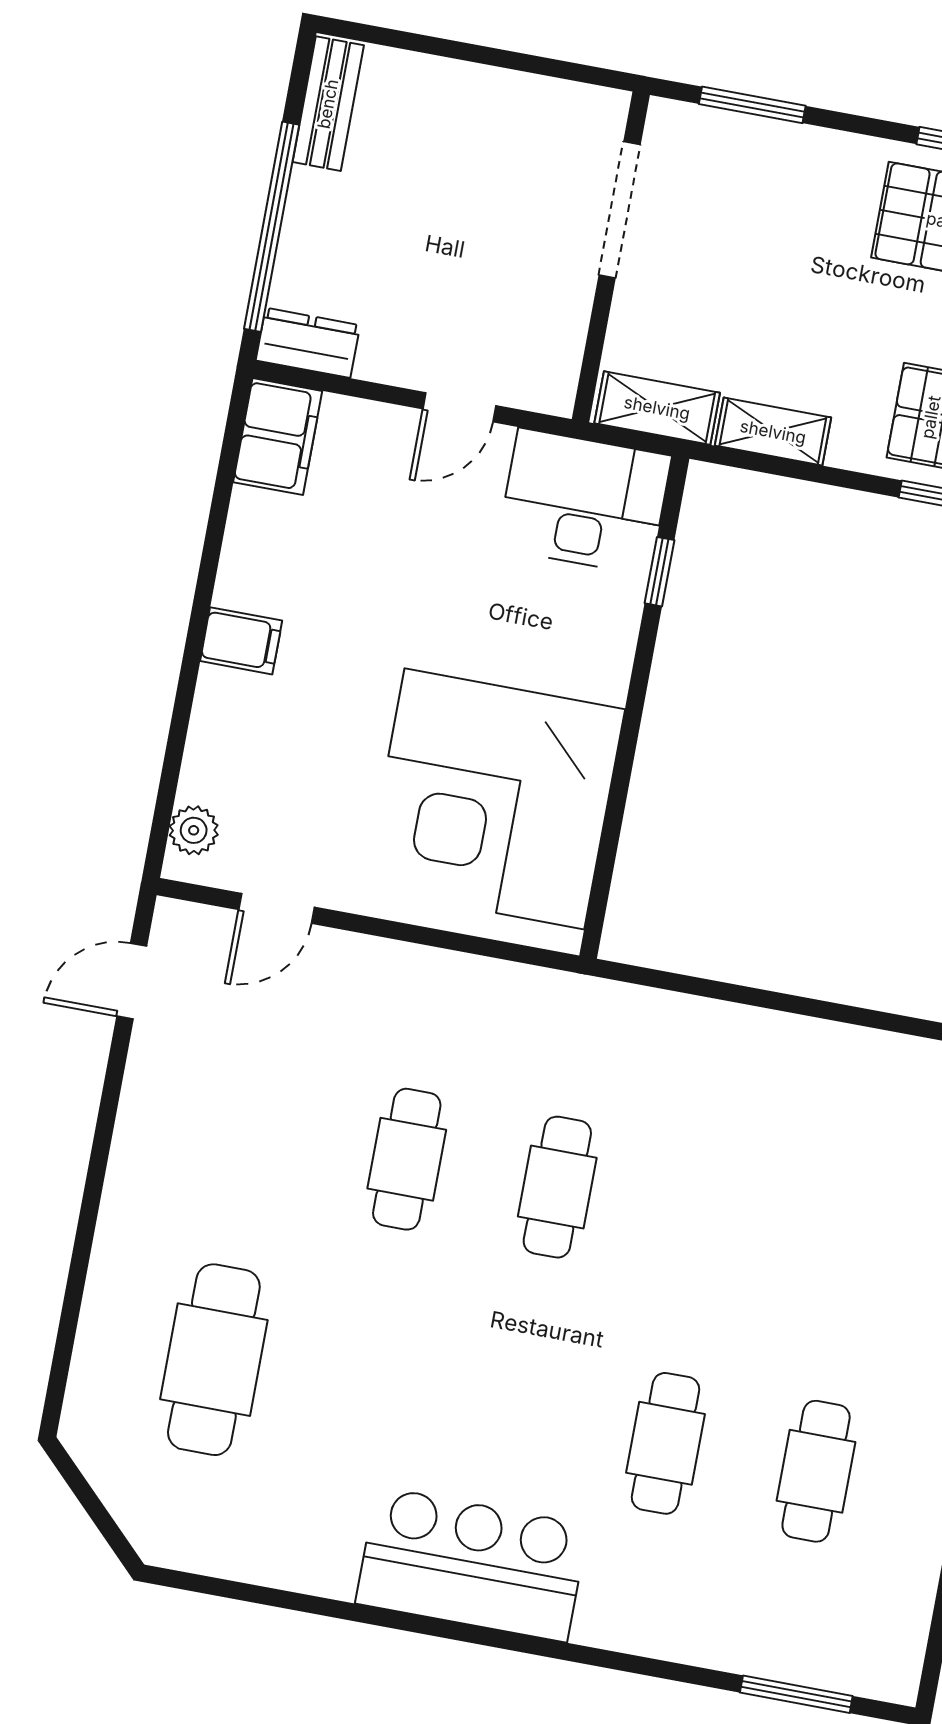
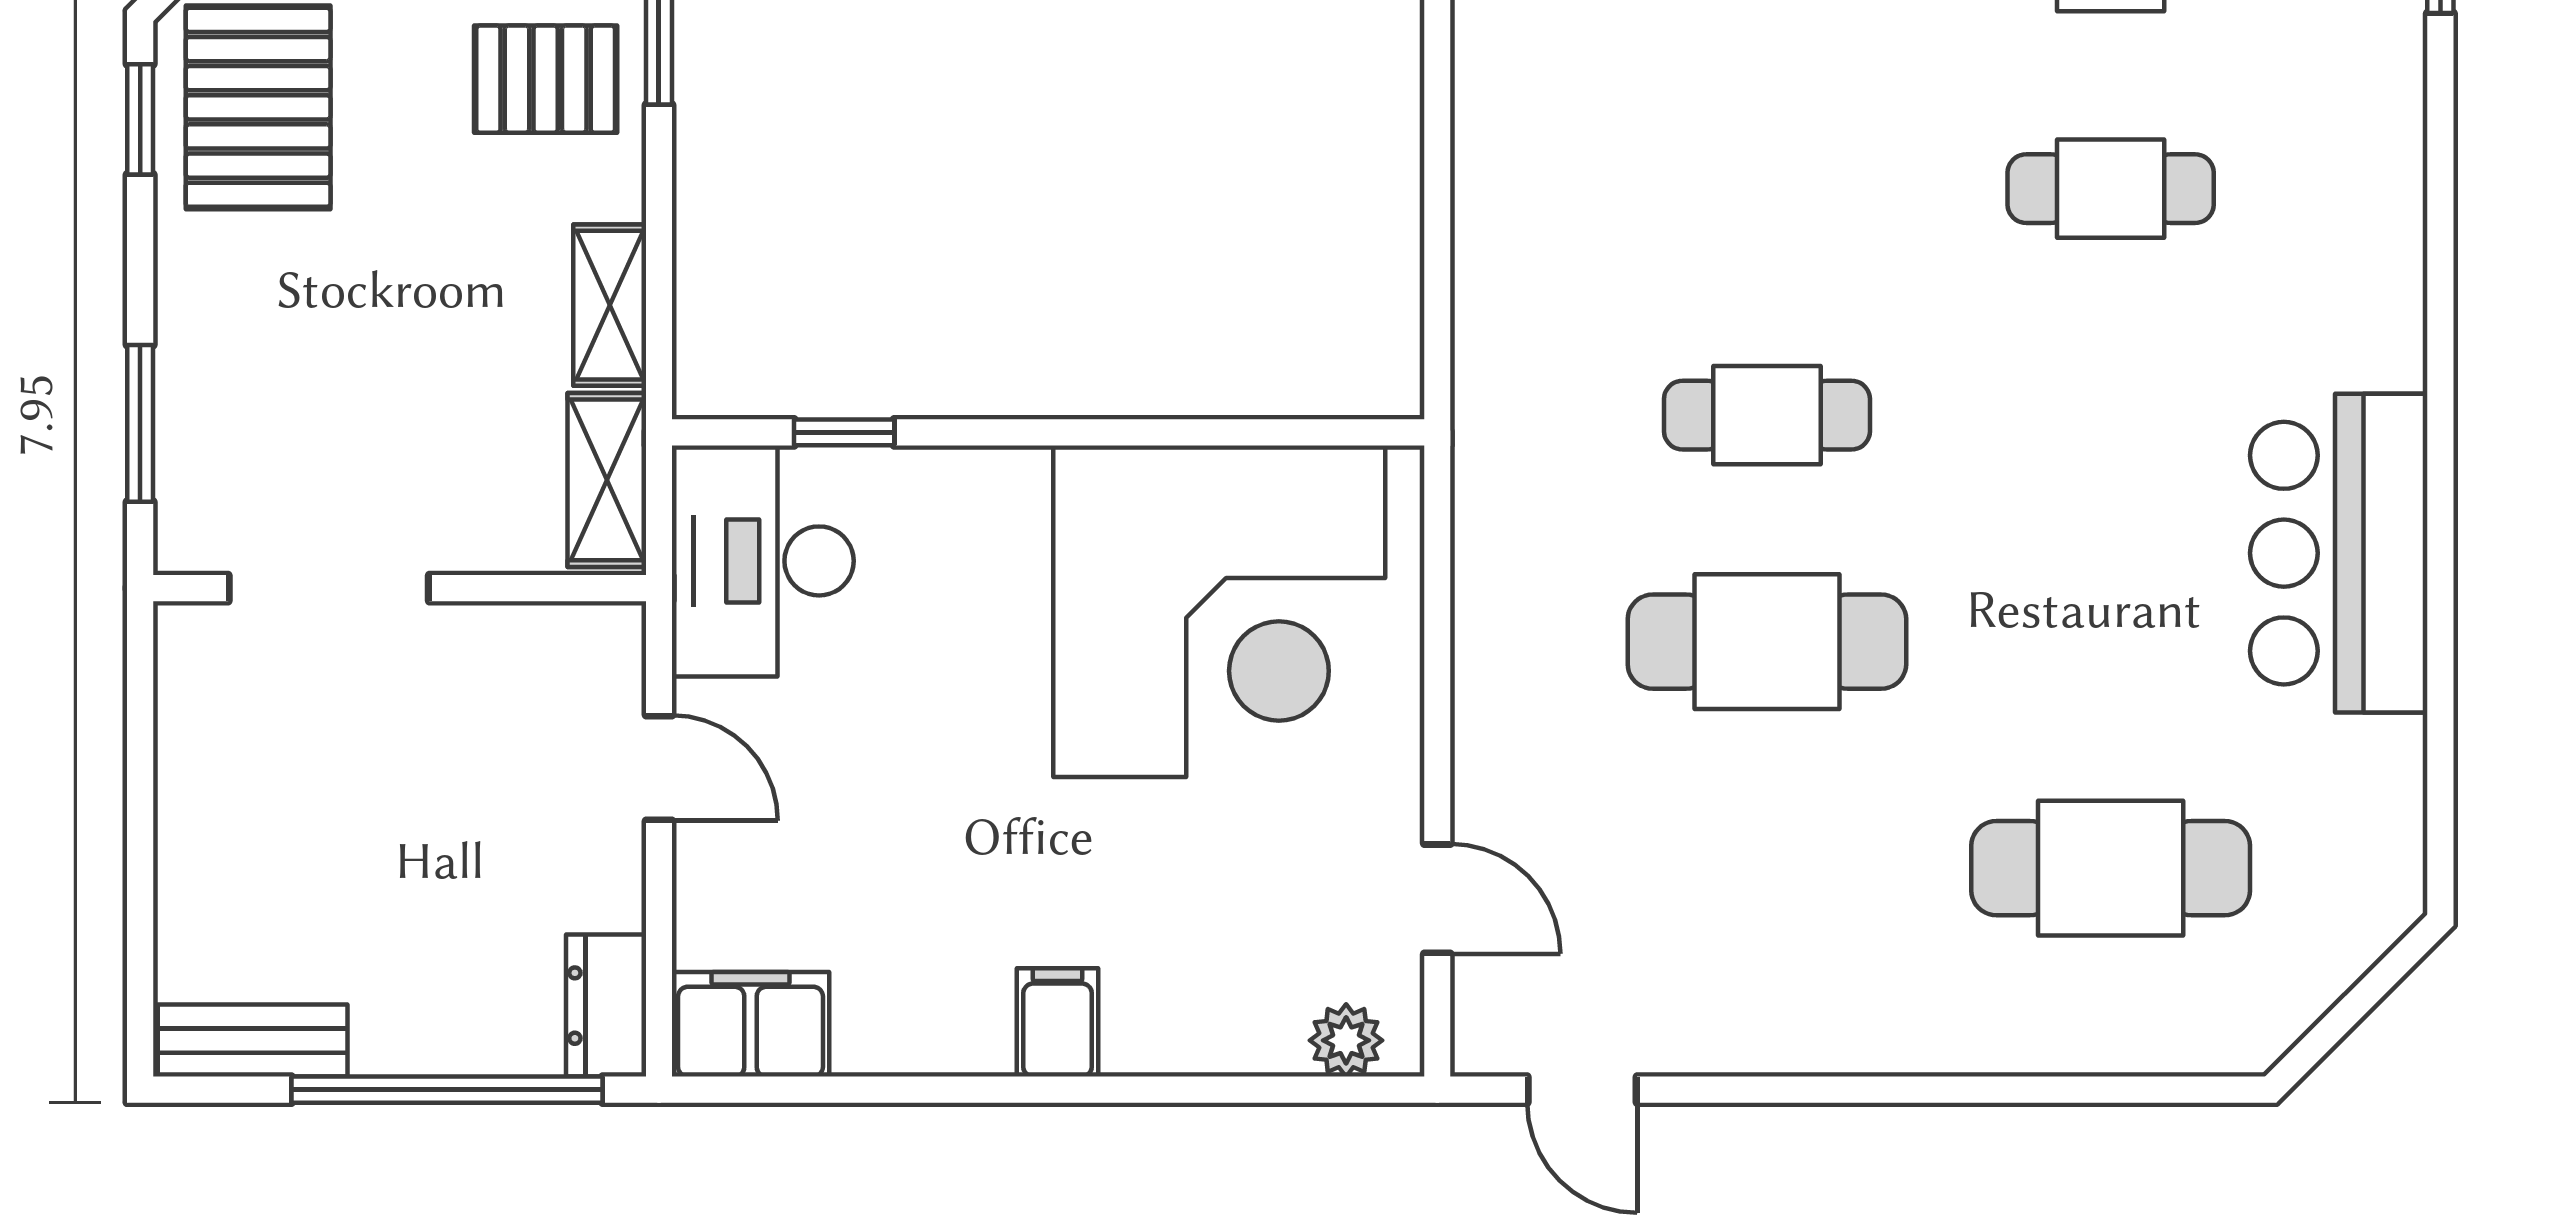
cafe table: (407, 1159) -> (1767, 642), width x1.37, depth x1.35
bar counter: (472, 1564) -> (2339, 553), moved

